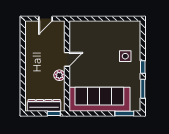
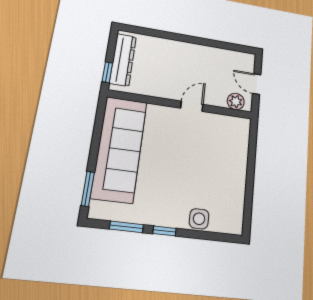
side table: (125, 56) -> (199, 219), moved
door: (67, 59) -> (192, 106), swing flipped
plant: (59, 75) -> (236, 101), moved

